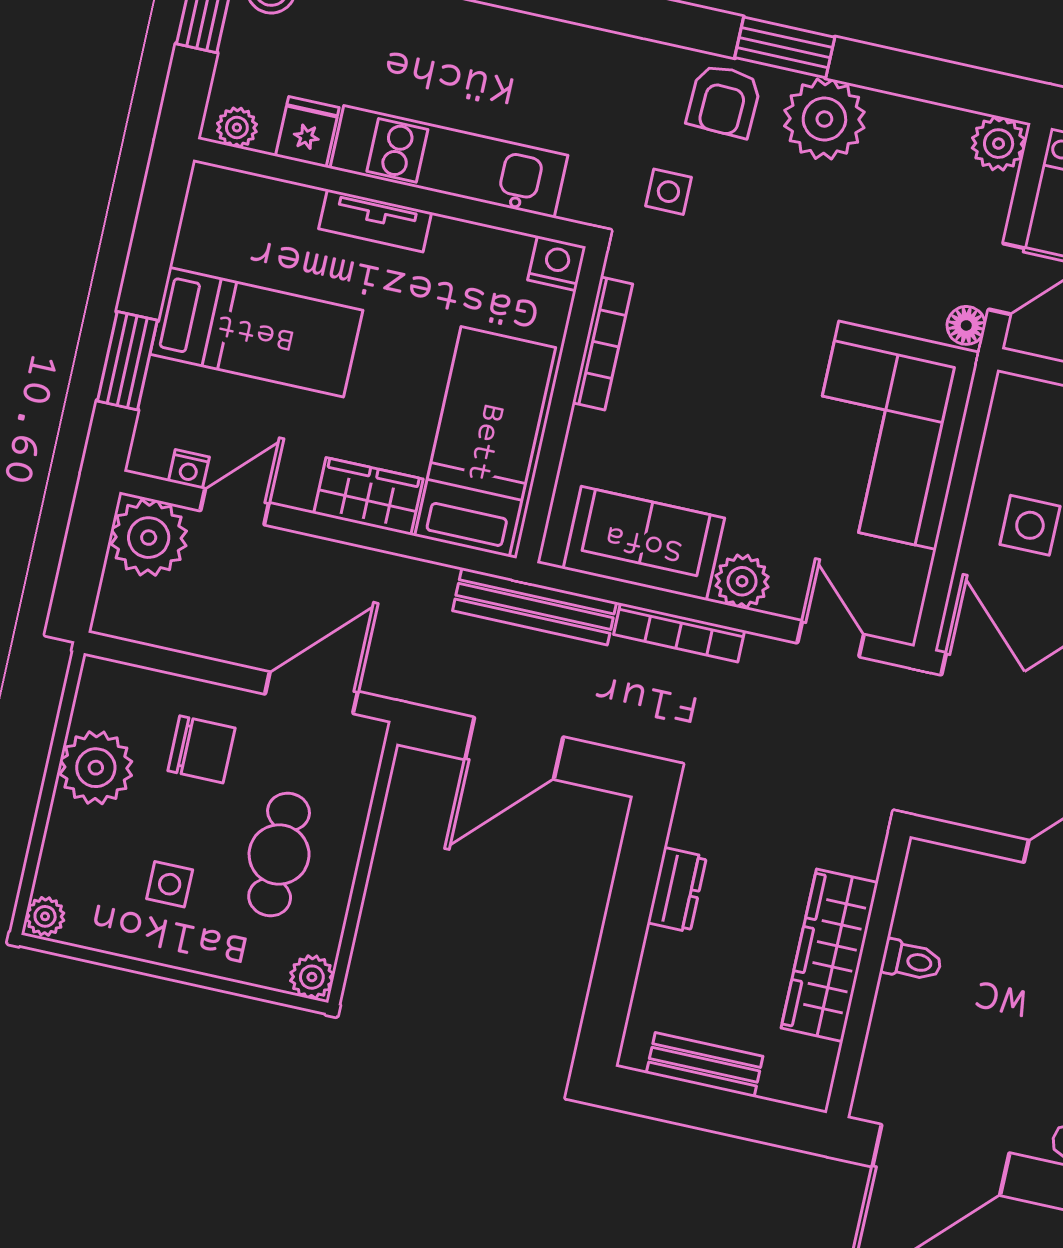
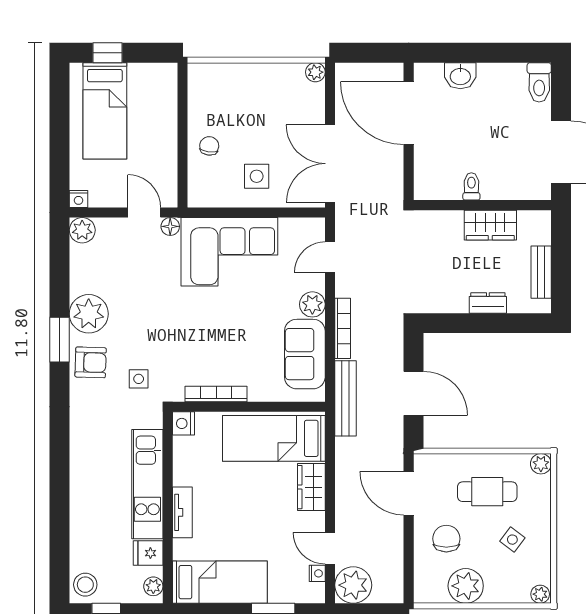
bed: (256, 332) -> (220, 582), moved, turned 90
side table: (170, 884) -> (512, 540), turned 37
dresser: (677, 890) -> (488, 303), moved
wardrobe: (830, 955) -> (490, 225), width x0.67

